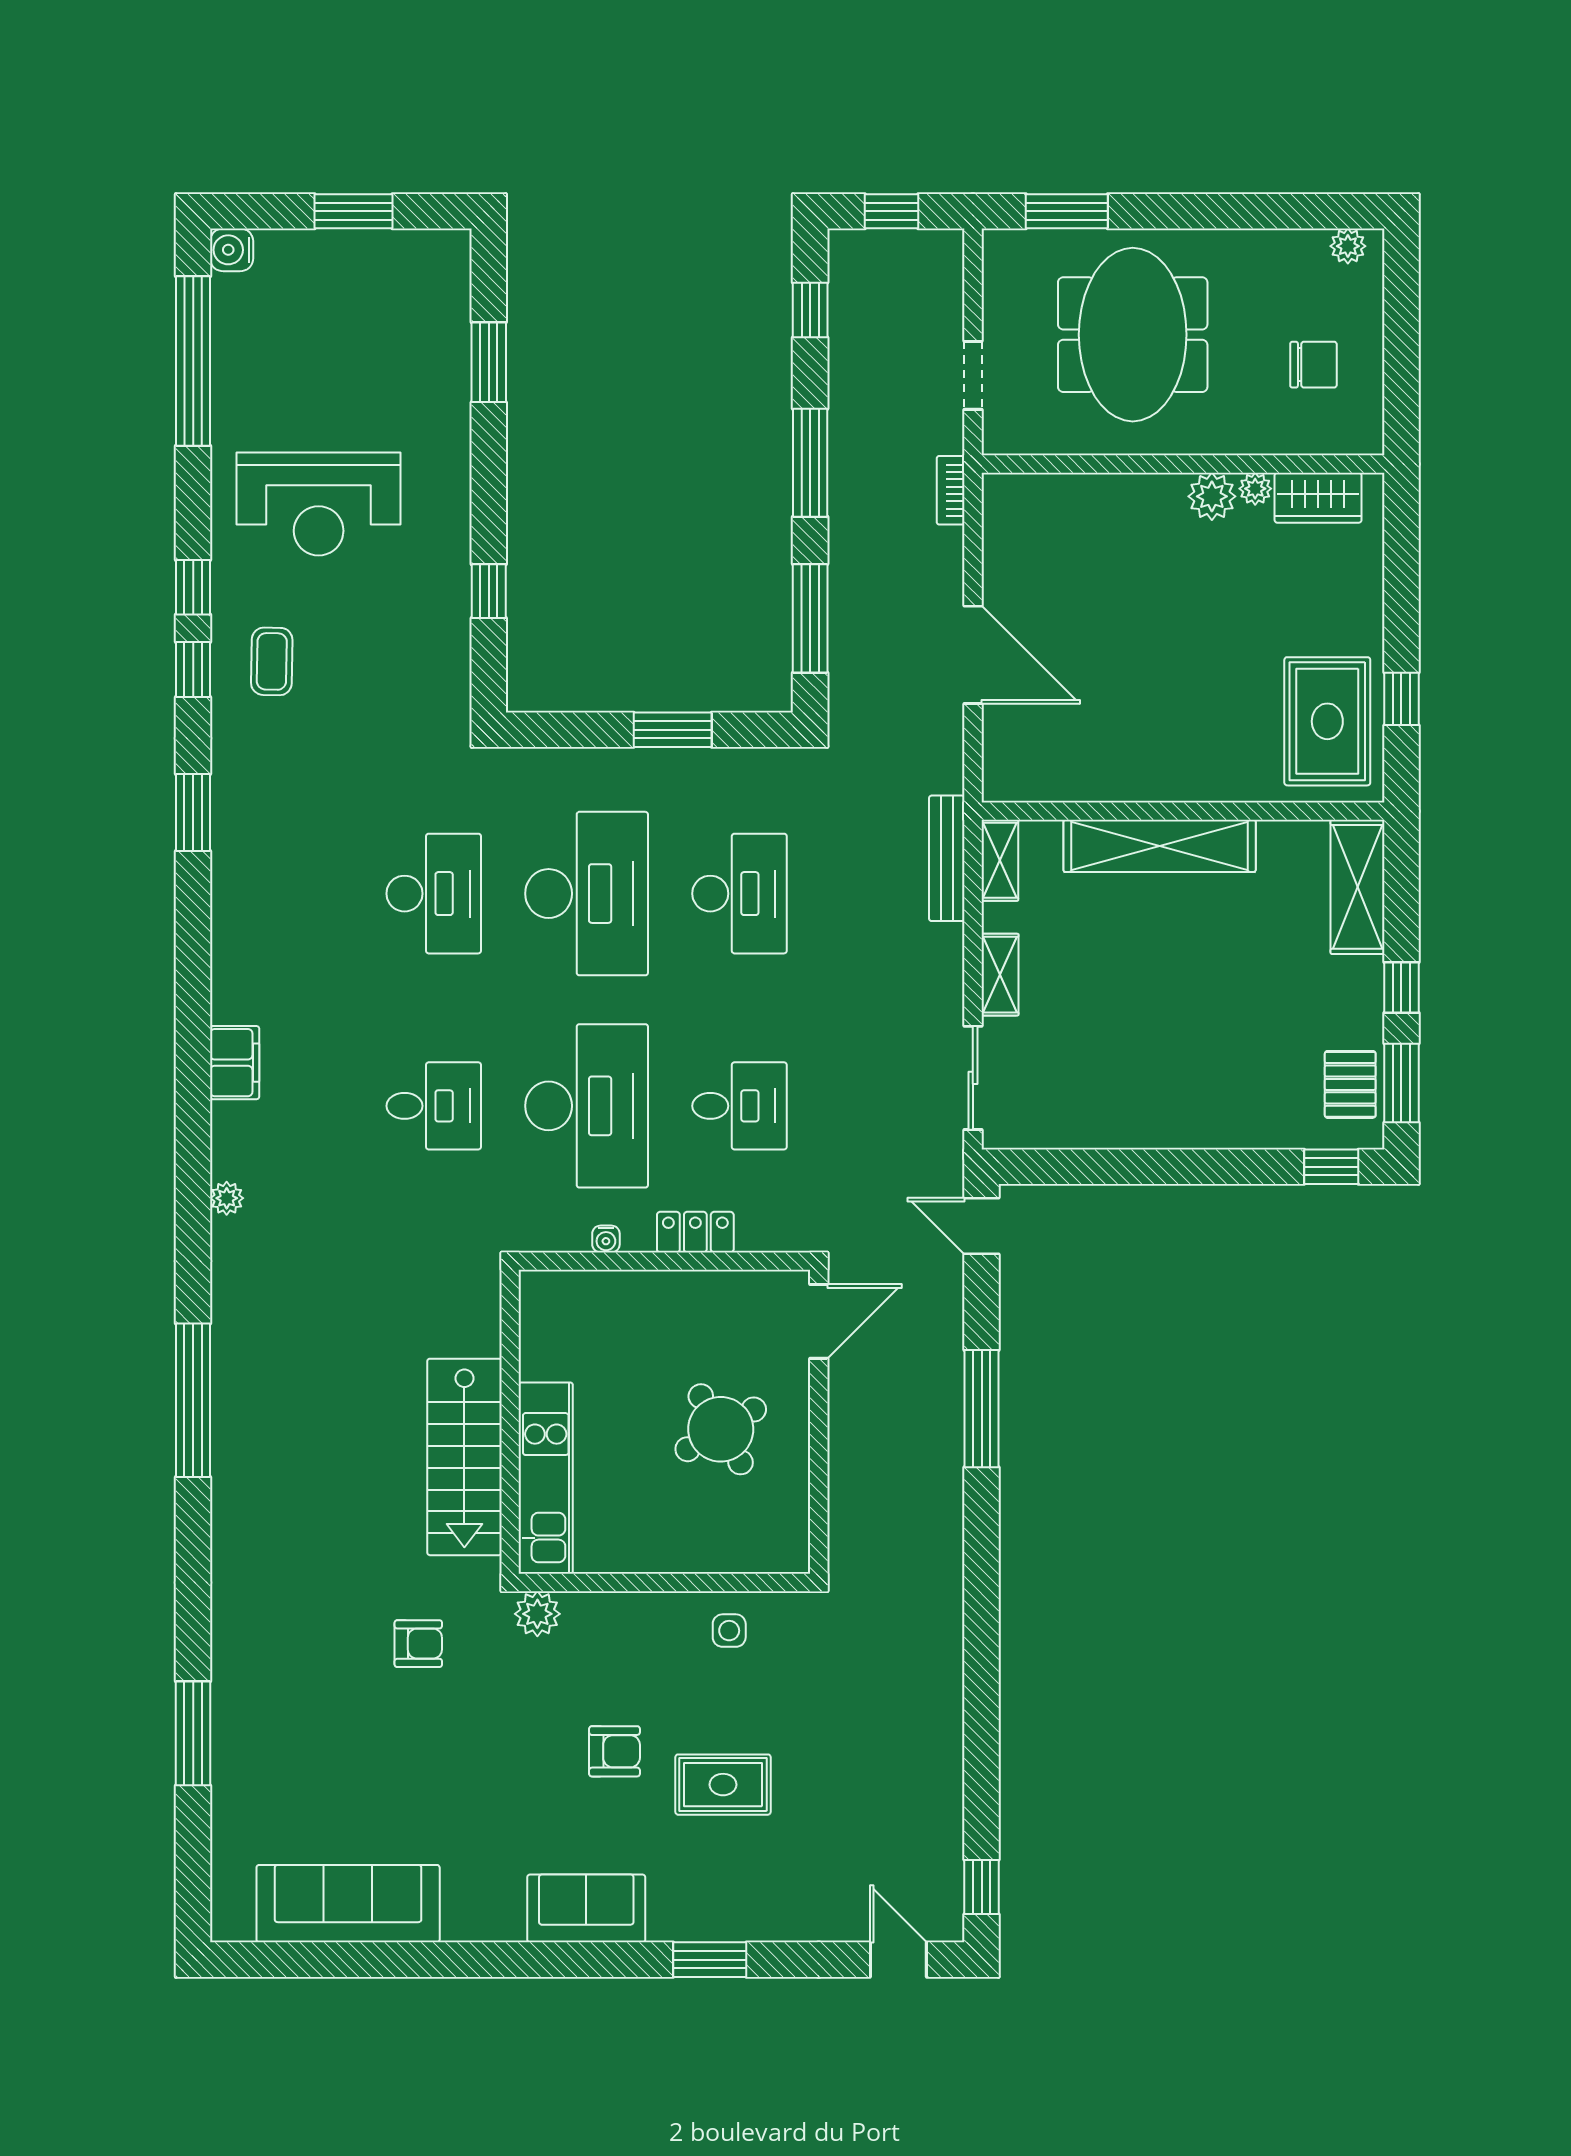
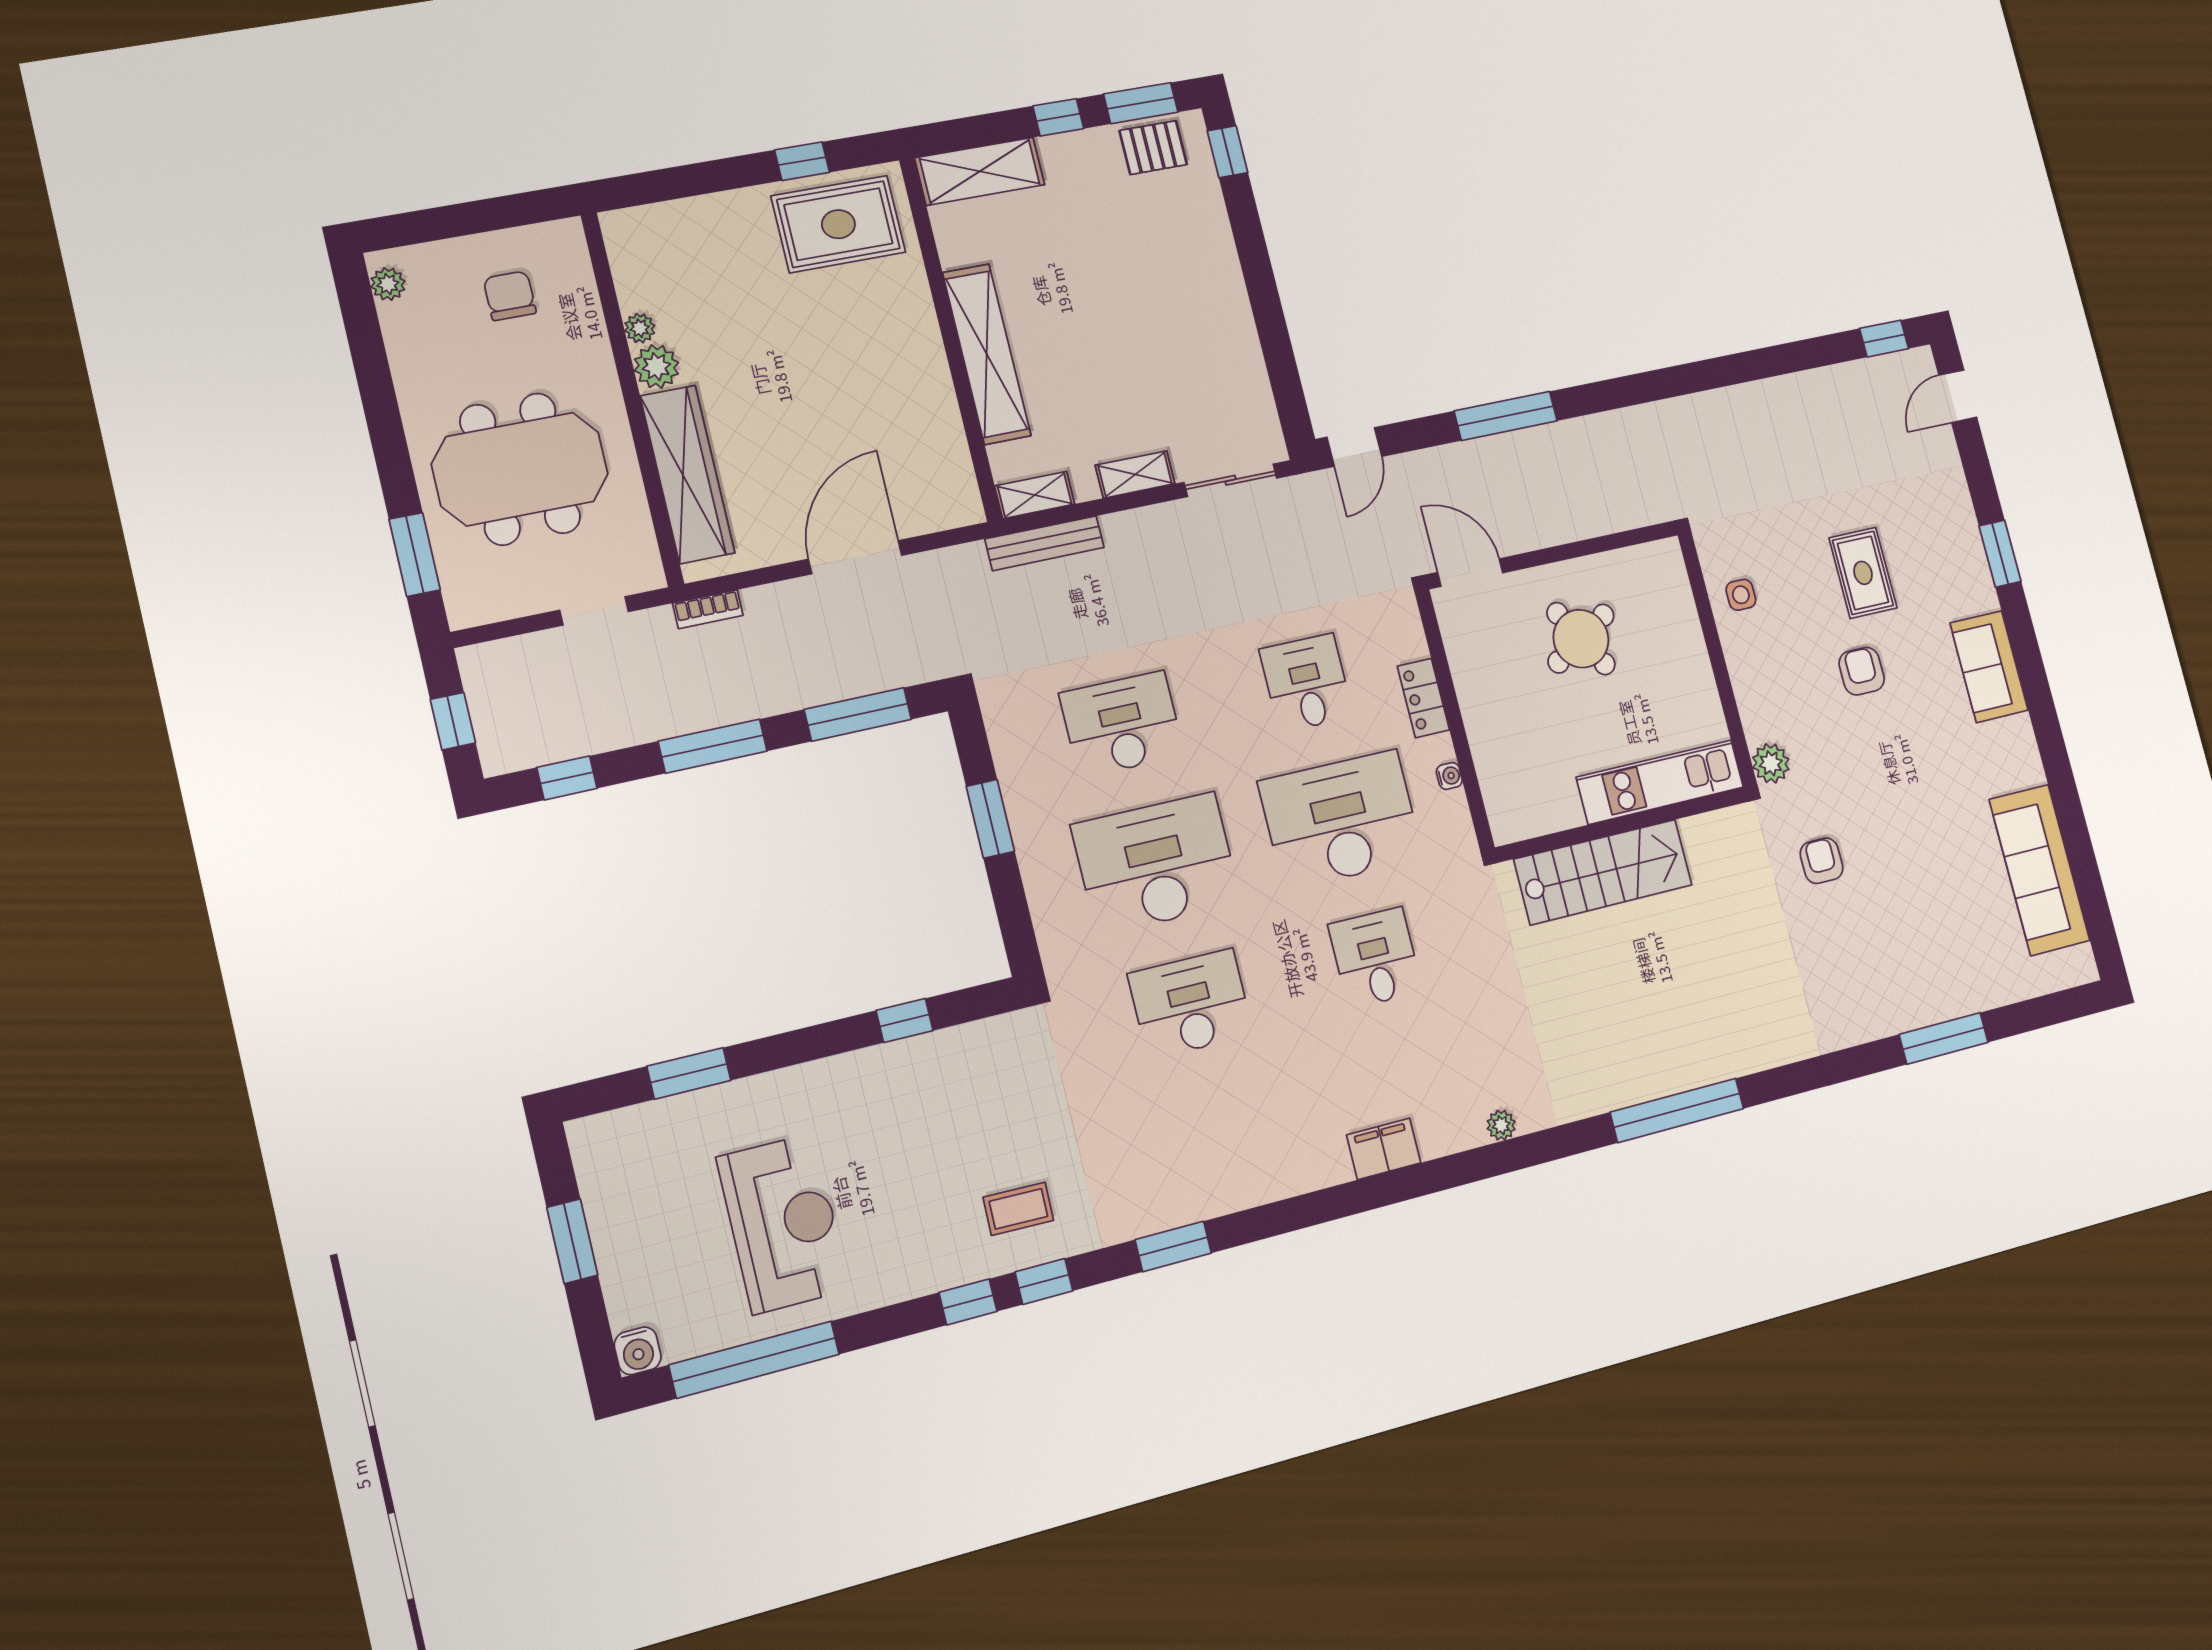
wardrobe: (1318, 498) -> (687, 474), moved, width x2.10, depth x1.17
reception desk: (319, 504) -> (783, 1223), moved
stairs: (464, 1457) -> (1603, 872), moved

